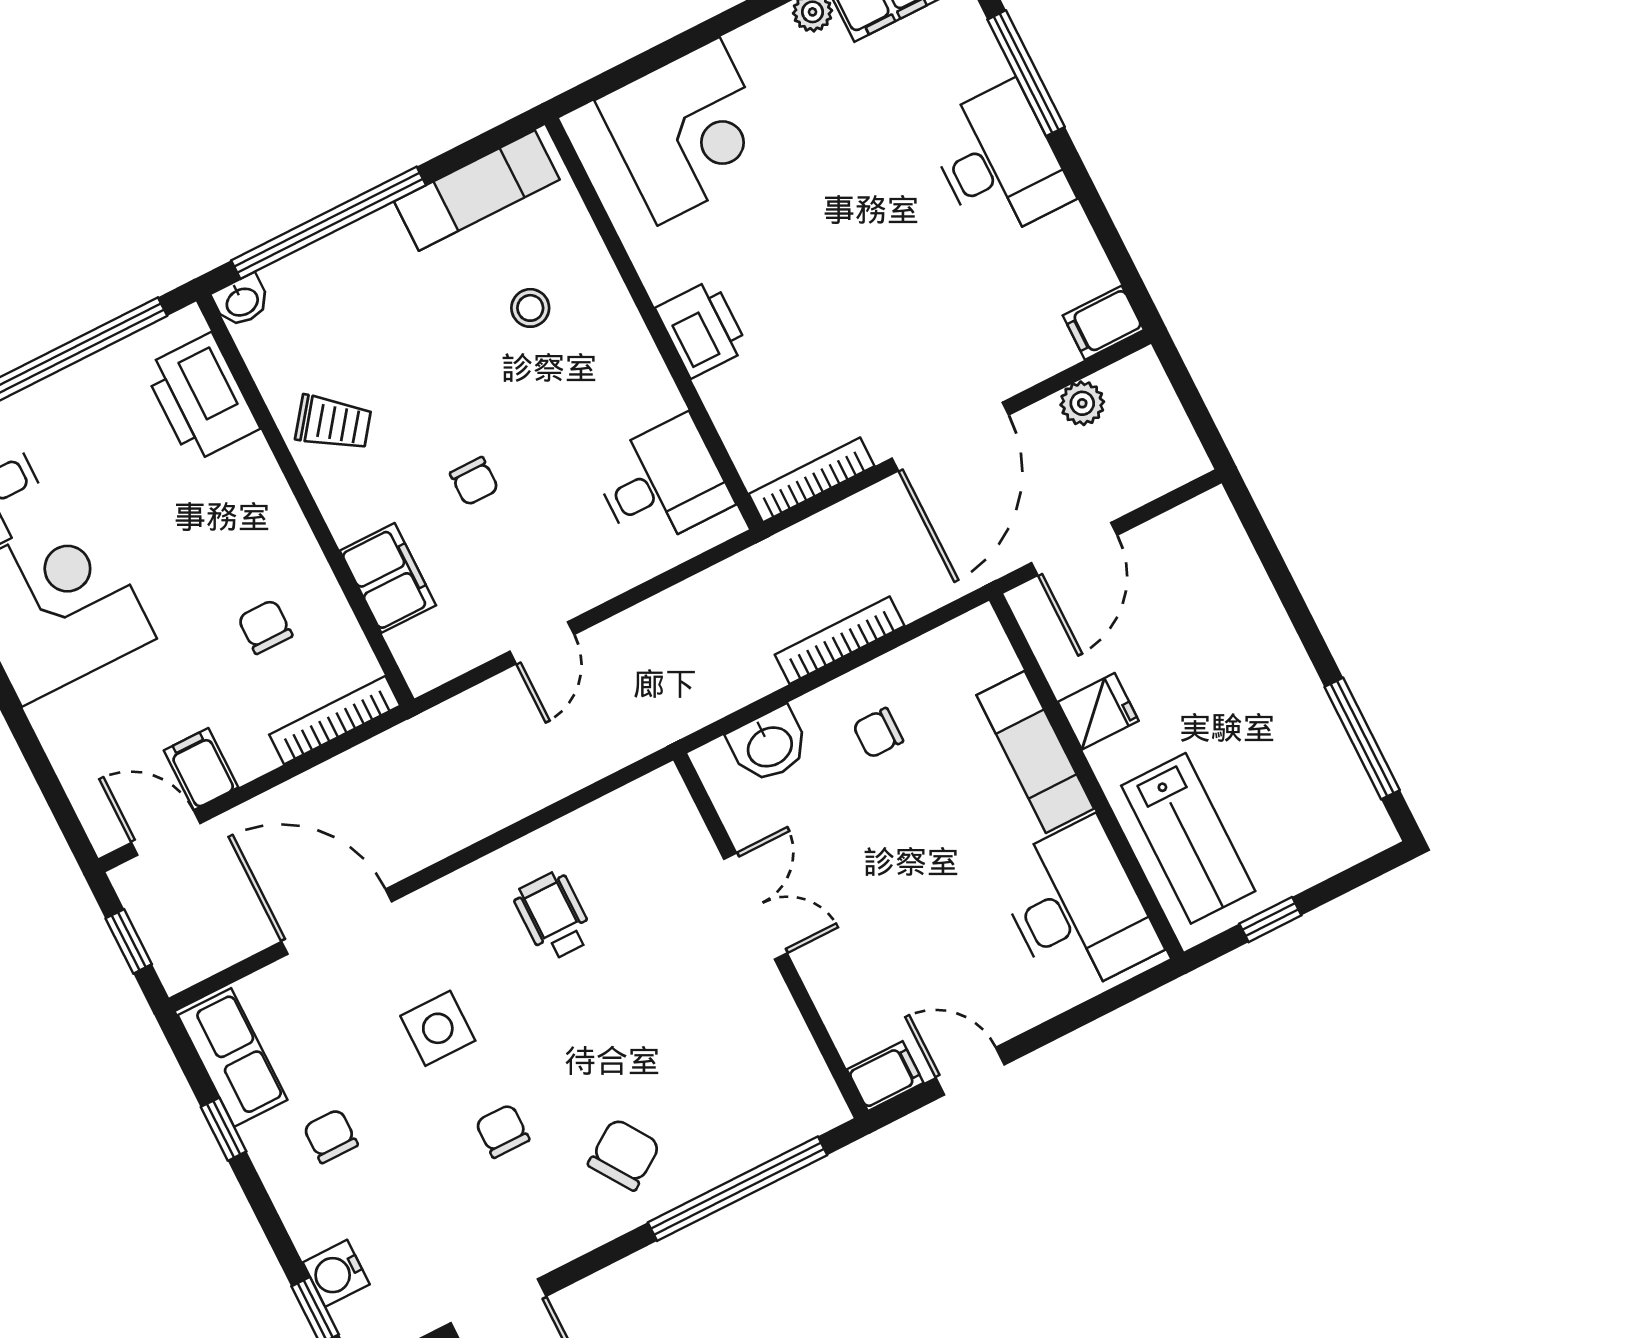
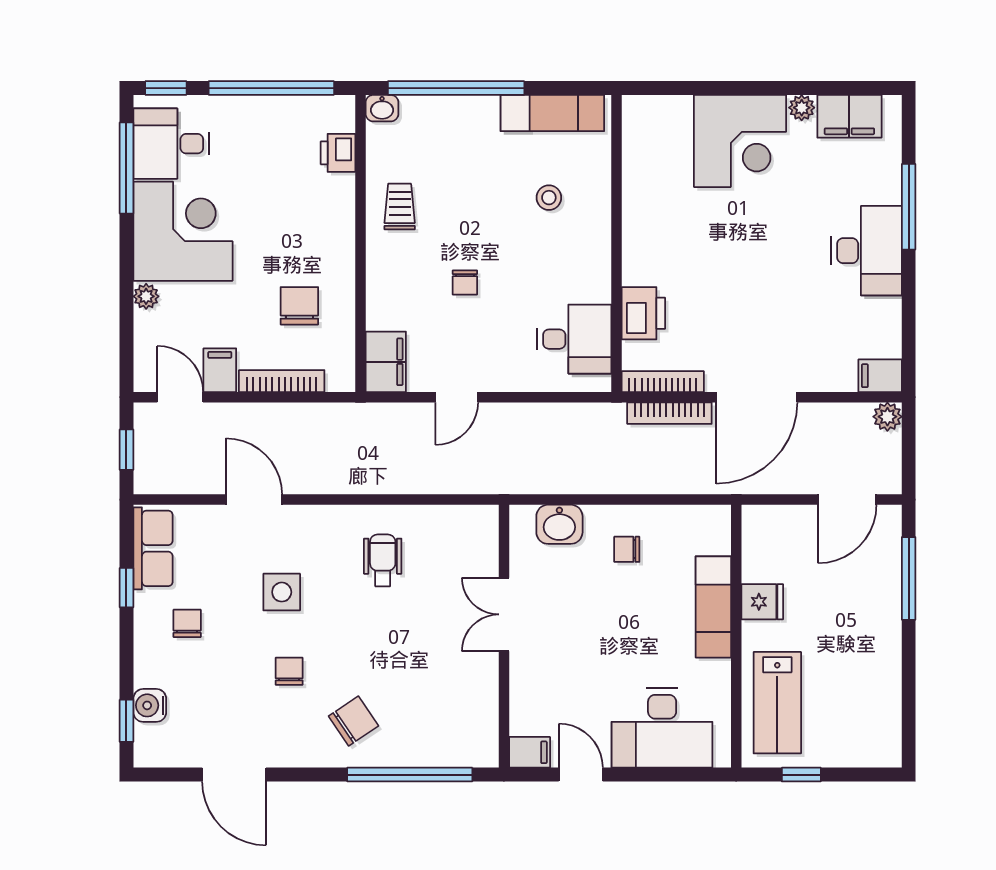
corner desk: (688, 131) -> (740, 141), moved
printer: (702, 329) -> (643, 313), moved
printer: (201, 398) -> (338, 153), width x0.53, depth x0.68
plant: (1082, 403) -> (887, 417), moved
trolley: (333, 423) -> (400, 207), turned -127
door: (1074, 549) -> (847, 500), moved
filing cabinet: (388, 578) -> (386, 362), moved
chair: (265, 627) -> (299, 306), width x1.37, depth x1.37
bookcase: (840, 640) -> (669, 413), moved, turned 180
plant: (50, 719) -> (146, 296), added
bookcase: (335, 720) -> (282, 381), moved
window: (1362, 738) -> (909, 578), moved
double door: (756, 906) -> (504, 614), swing flipped
desk: (1077, 908) -> (662, 728), moved, turned 90
door: (337, 922) -> (254, 500), width x0.73

